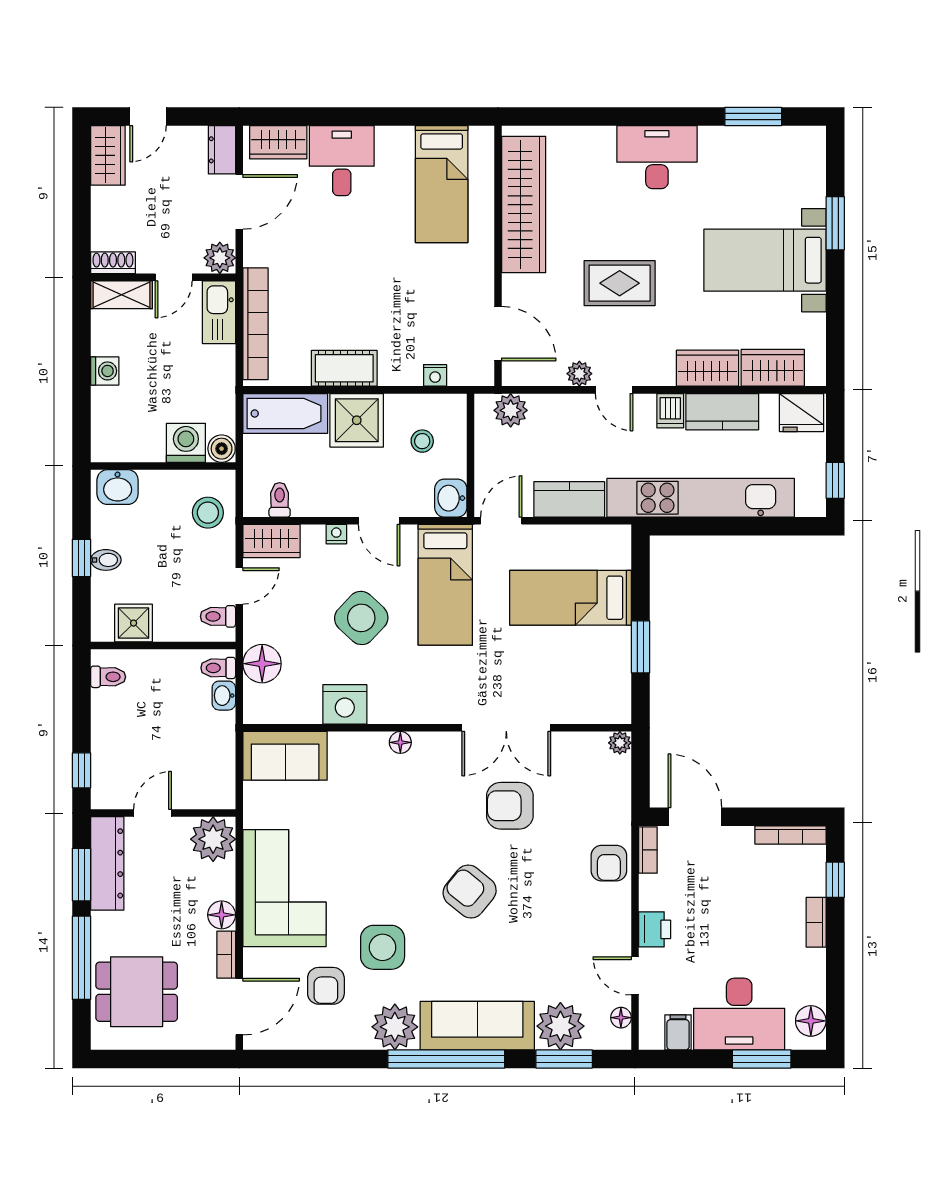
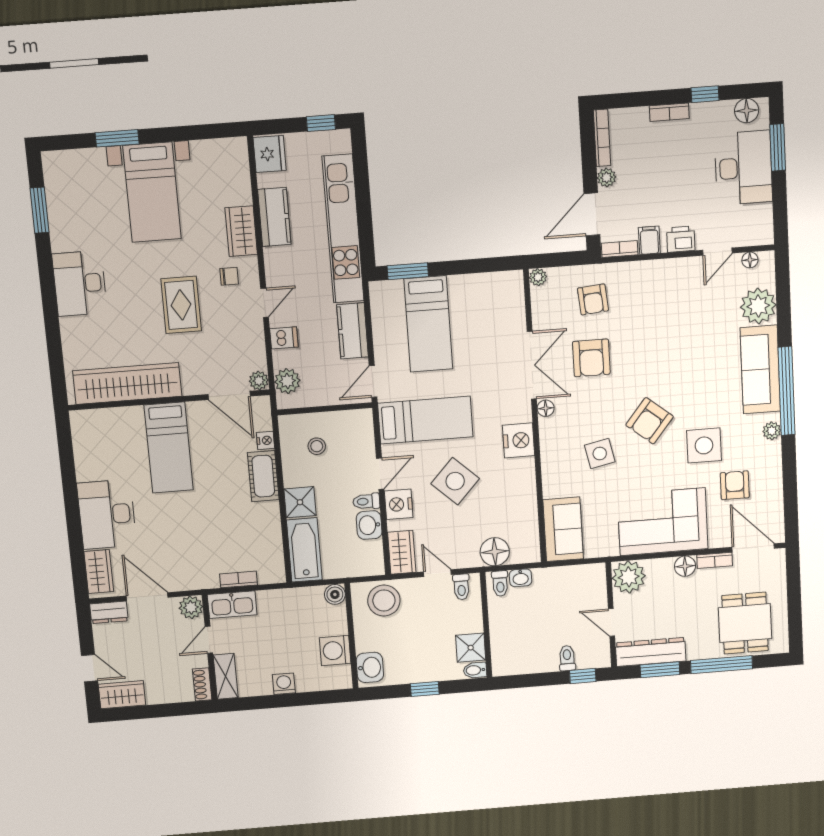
desk: (342, 161) -> (107, 514), width x1.37
bed: (442, 184) -> (169, 448), moved, turned 90
door: (174, 277) -> (209, 640), swing flipped
bookcase: (255, 324) -> (239, 579), width x0.43, depth x0.76
door: (498, 334) -> (229, 395), swing flipped
chair: (651, 348) -> (229, 276), added
cot: (344, 368) -> (263, 476), moved
wardrobe: (773, 368) -> (236, 180), removed
plant: (579, 374) -> (259, 381), moved
dishwasher: (670, 411) -> (284, 338), moved
shower: (357, 420) -> (300, 502), width x0.73, depth x0.73
washing machine: (186, 443) -> (335, 651), moved
washbasin: (451, 498) -> (369, 525), moved, turned 90
toilet: (280, 500) -> (366, 501), moved
stool: (208, 513) -> (384, 601), width x1.38, depth x1.38
door: (501, 521) -> (373, 382), hinge flipped
nightstand: (336, 534) -> (399, 504), width x1.89, depth x1.79
bidet: (106, 560) -> (475, 670), moved, turned -90
window: (640, 647) -> (408, 271), moved
toilet: (108, 677) -> (567, 658), moved
nightstand: (345, 704) -> (519, 440), moved
floor lamp: (400, 742) -> (546, 408), moved
side table: (383, 810) -> (600, 453), added
plant: (740, 838) -> (607, 177), added
armchair: (609, 863) -> (593, 299), moved, turned 85
window: (835, 880) -> (705, 94), moved
armchair: (470, 892) -> (650, 421), moved
armchair: (326, 986) -> (735, 485), turned -90
plant: (395, 1027) -> (772, 431), width x0.53, depth x0.53
filing cabinet: (678, 1032) -> (649, 240), moved, turned 90
window: (564, 1059) -> (783, 301), removed

